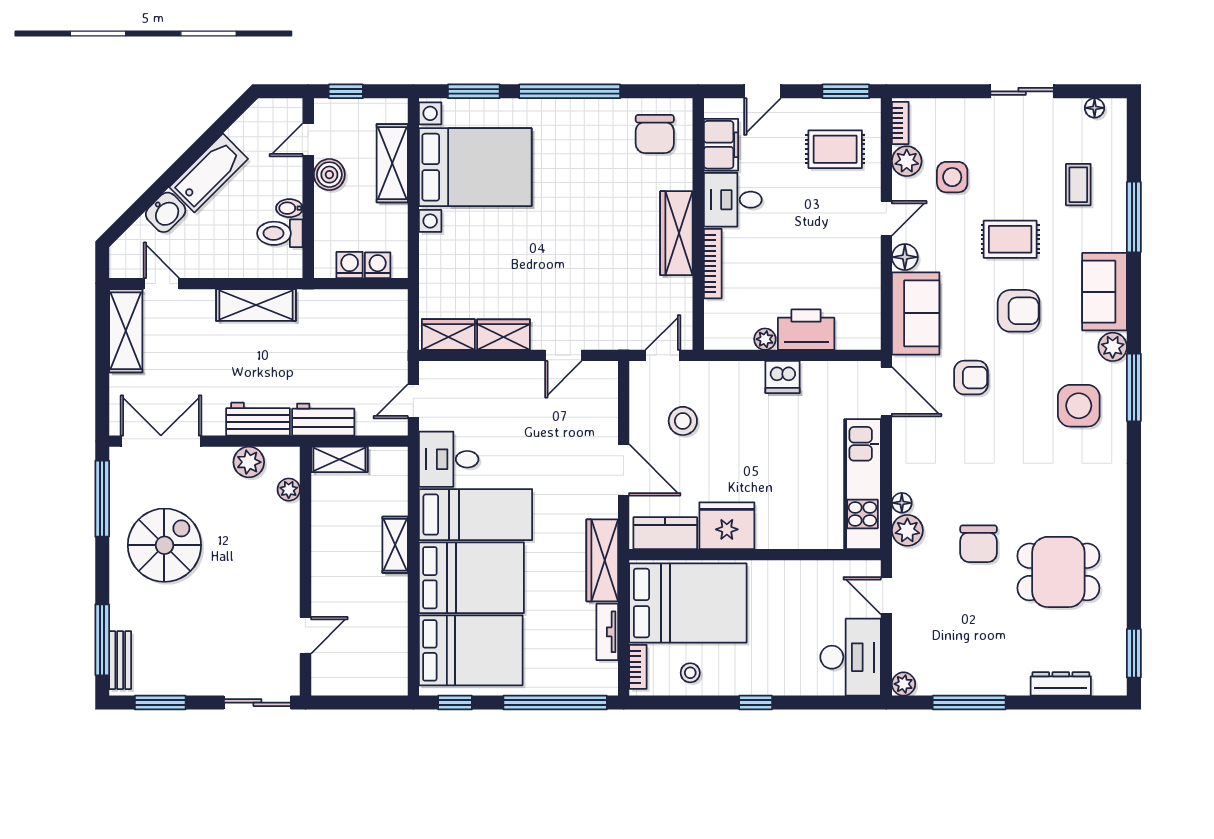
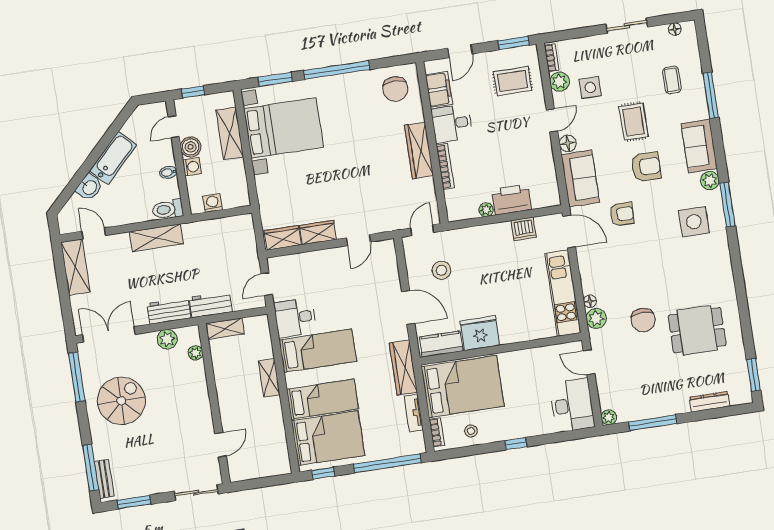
toilet: (280, 233) -> (168, 209), moved
rug: (1010, 239) -> (634, 122), turned 90
washing machine: (378, 265) -> (192, 167), moved, turned 90
dishwasher: (782, 377) -> (524, 229), moved
bed: (471, 578) -> (322, 399), width x0.67

